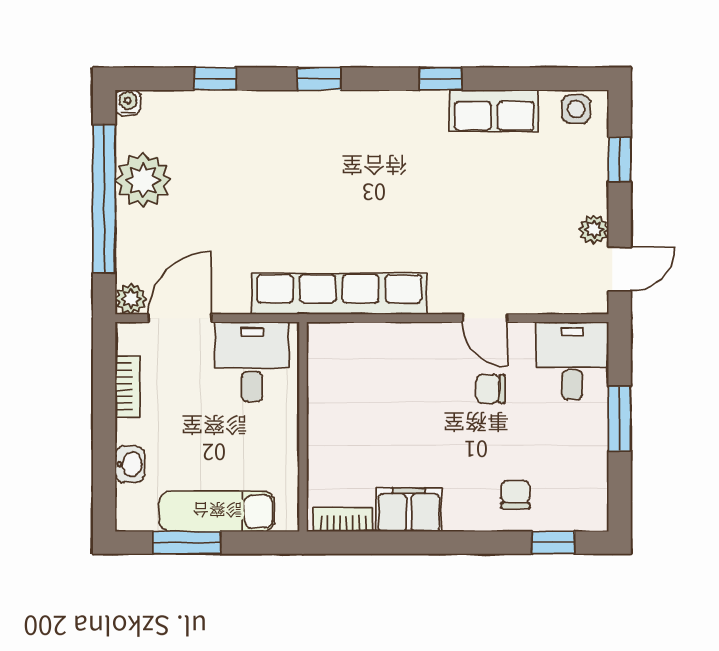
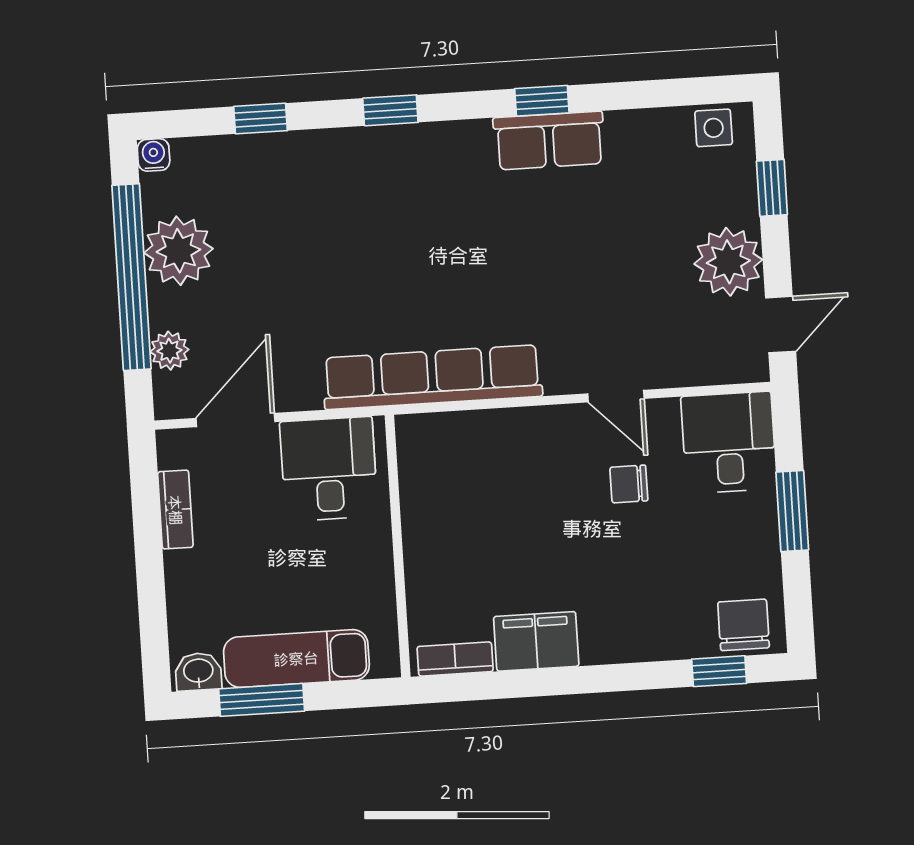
row of seats: (494, 111) -> (549, 141), moved
plant: (594, 229) -> (728, 262), width x1.87, depth x1.87
plant: (131, 299) -> (169, 351), moved
washbasin: (130, 464) -> (198, 672), moved, turned -90
chair: (515, 494) -> (744, 625), moved, width x1.37, depth x1.37

